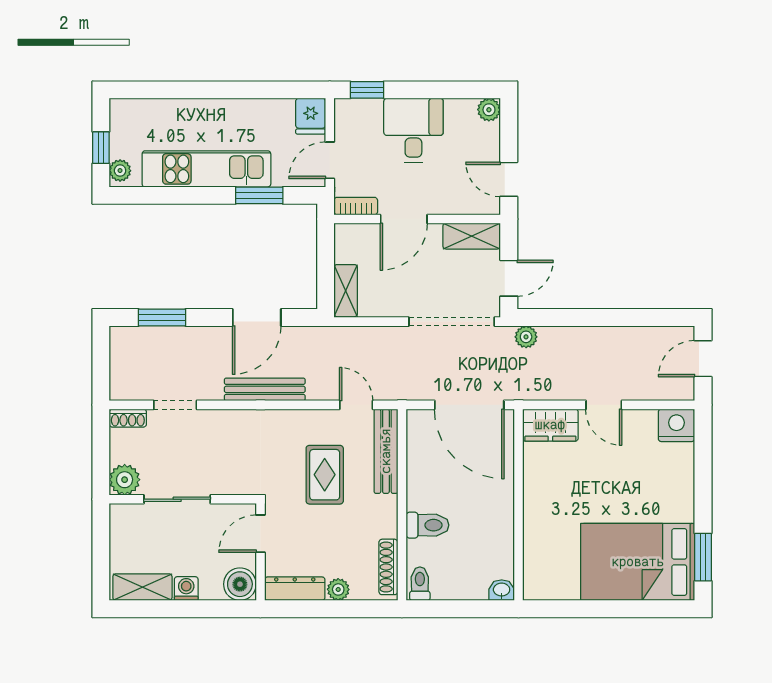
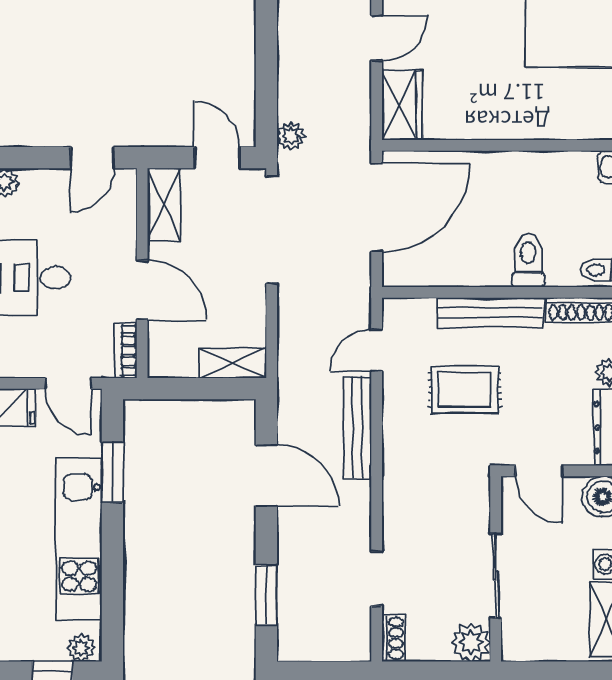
bench: (265, 389) -> (357, 428), moved
bench: (386, 451) -> (490, 313), moved

